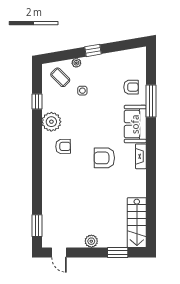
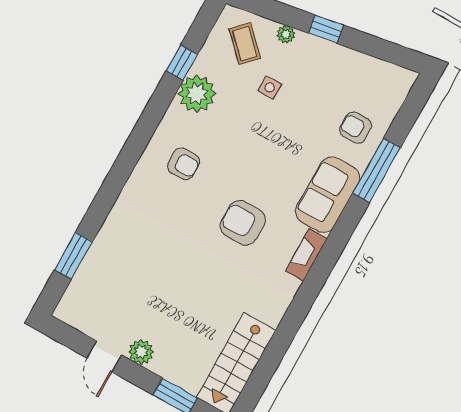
armchair: (131, 87) -> (356, 128), turned 180
plant: (51, 122) -> (197, 94), moved
window: (37, 226) -> (73, 256), moved
door: (59, 252) -> (104, 356), moved

